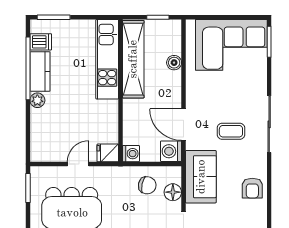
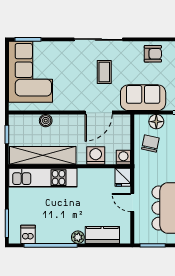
kitchen counter: (40, 72) -> (102, 235), moved
washing machine: (171, 151) -> (96, 156), moved, turned 180

